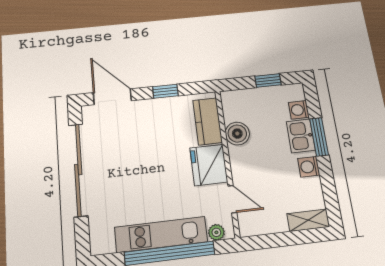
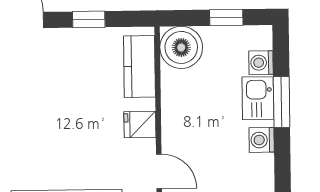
boiler: (237, 134) -> (181, 47), moved, width x1.37, depth x1.37
fridge: (209, 165) -> (140, 125), width x0.53, depth x0.75

